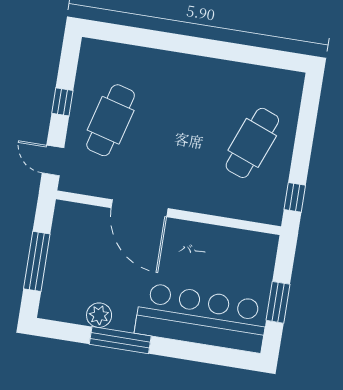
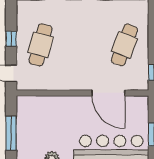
door: (140, 208) -> (108, 93), moved

